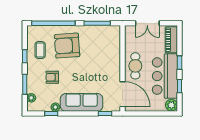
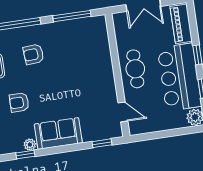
armchair: (67, 46) -> (34, 54), width x0.53, depth x0.53
door: (122, 94) -> (123, 112), width x0.53
sofa: (82, 102) -> (58, 133), width x0.73

